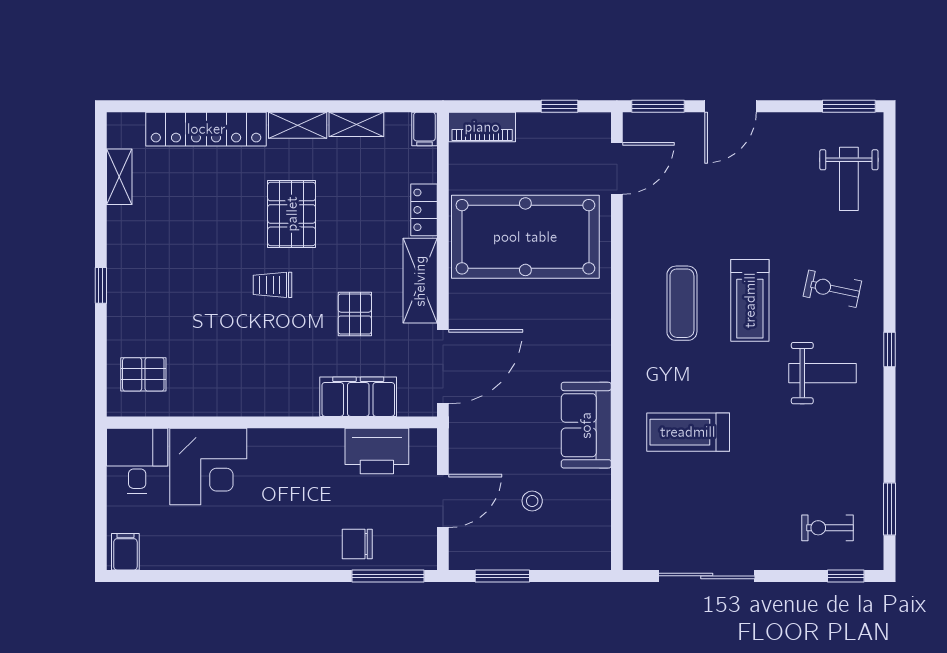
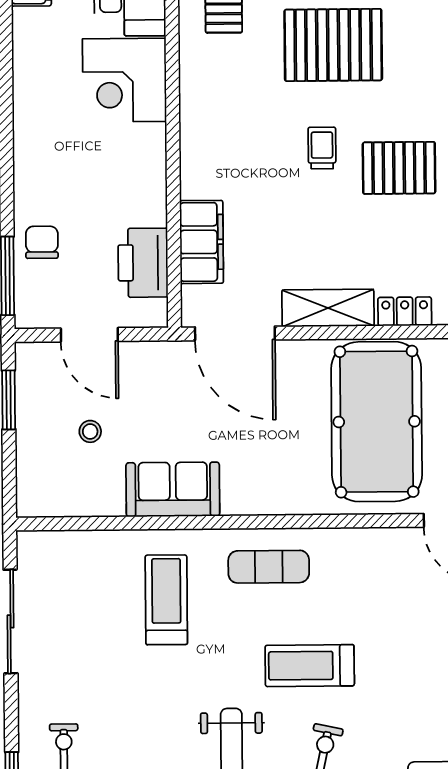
exercise mat: (682, 303) -> (269, 567), moved
pallet: (355, 314) -> (333, 45), moved, width x2.05, depth x2.00

